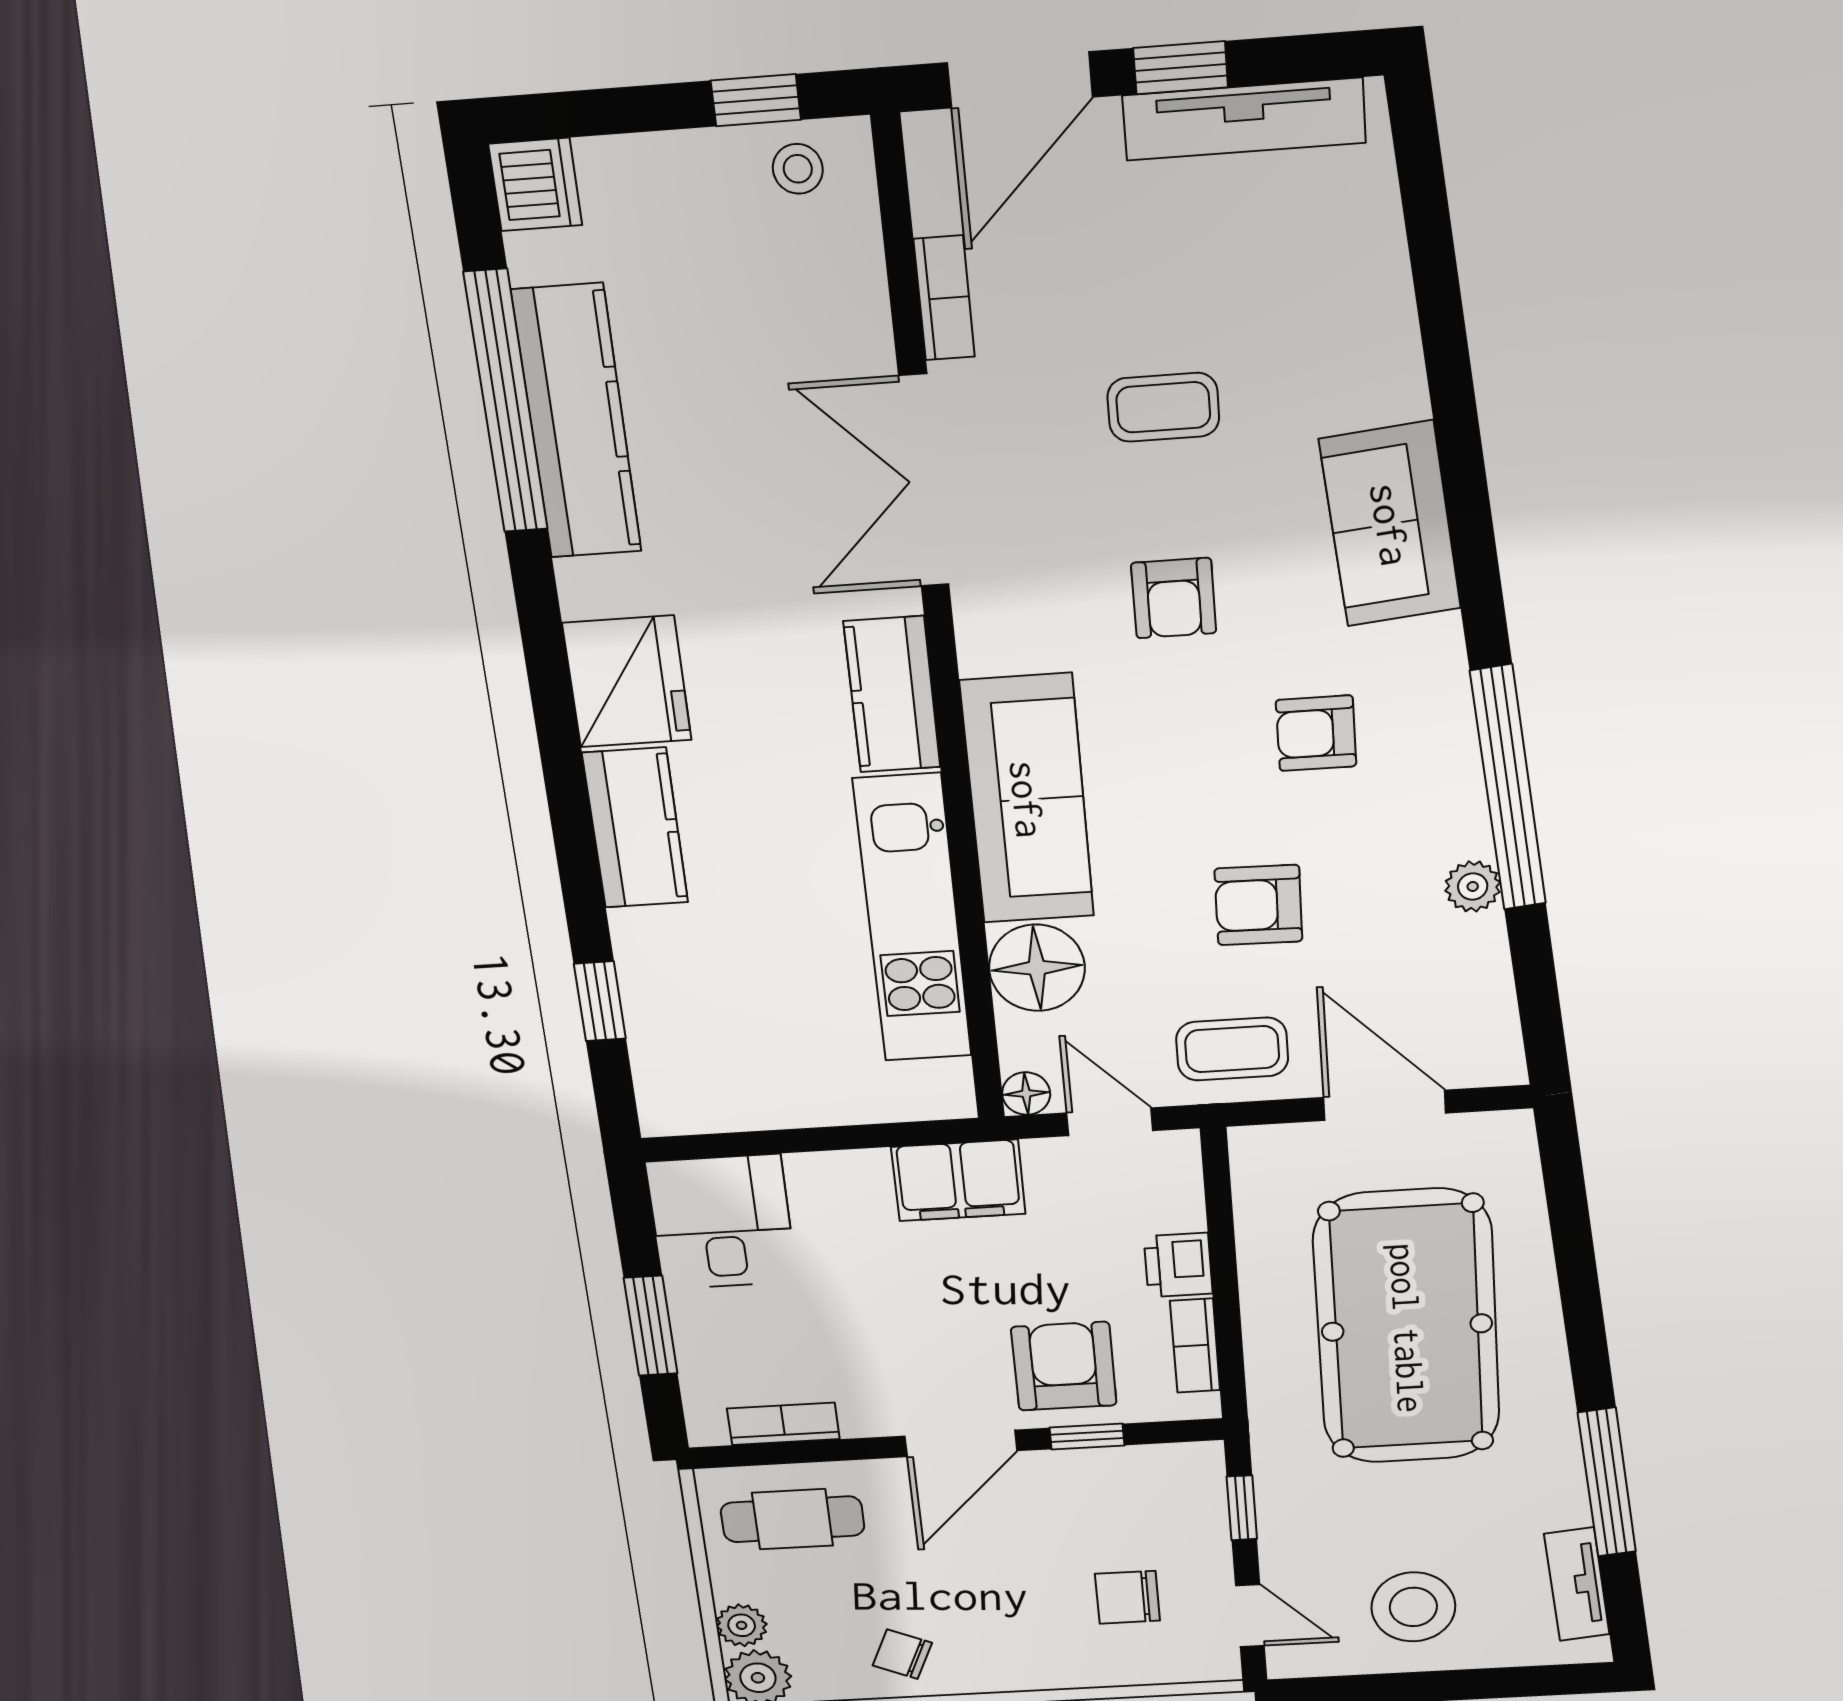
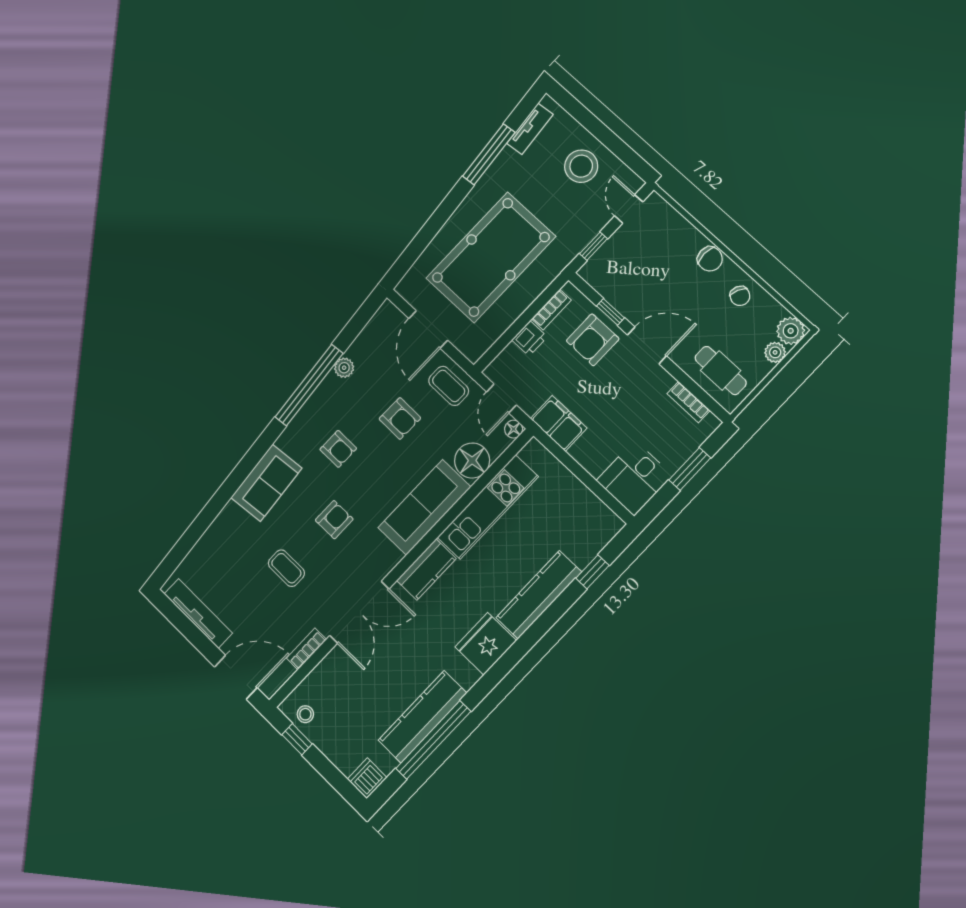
window: (1181, 68) -> (199, 640), removed
kitchen counter: (635, 828) -> (539, 595), width x1.50
chair: (1127, 1597) -> (710, 259), moved

